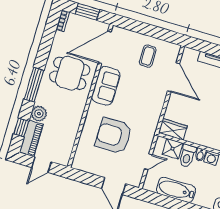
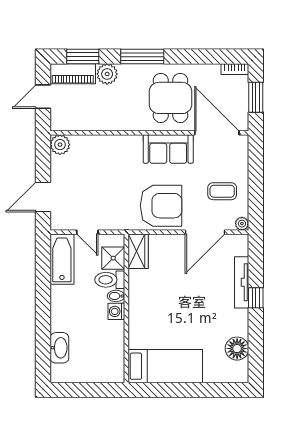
plant: (175, 49) -> (242, 224), added
window: (21, 127) -> (83, 57), width x1.50
armchair: (114, 136) -> (161, 206), moved, turned 90
plant: (80, 163) -> (60, 145), added
door: (41, 165) -> (43, 97), hinge flipped
bathtub: (176, 190) -> (62, 259), moved

